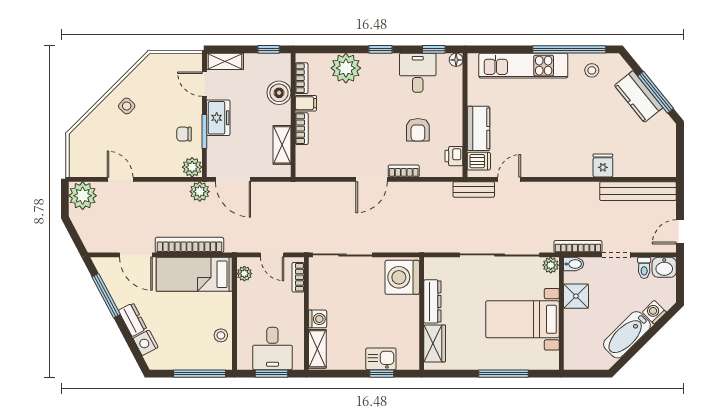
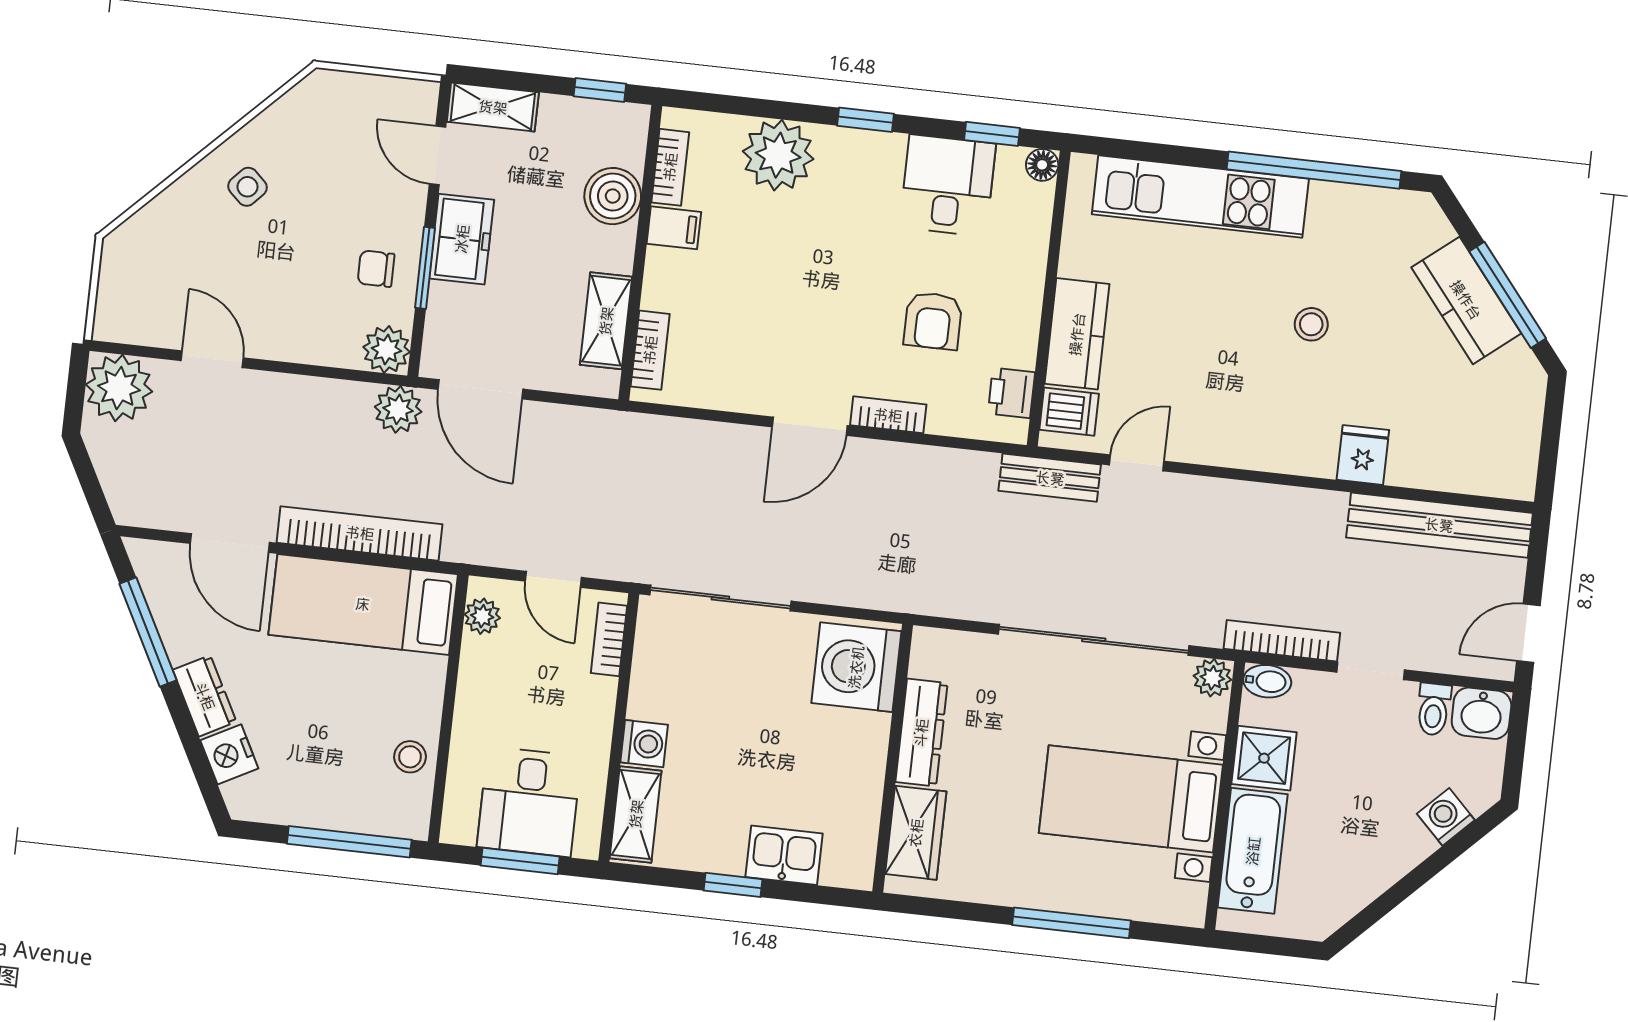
stool: (592, 70) -> (1311, 324), moved
bookcase: (302, 129) -> (650, 350), moved
bathtub: (627, 335) -> (1253, 851), moved, turned 135
window: (382, 374) -> (733, 885), moved

